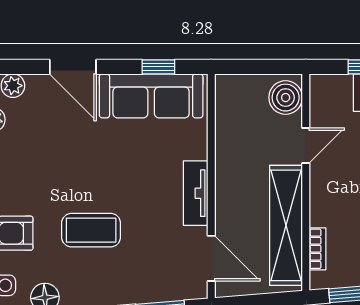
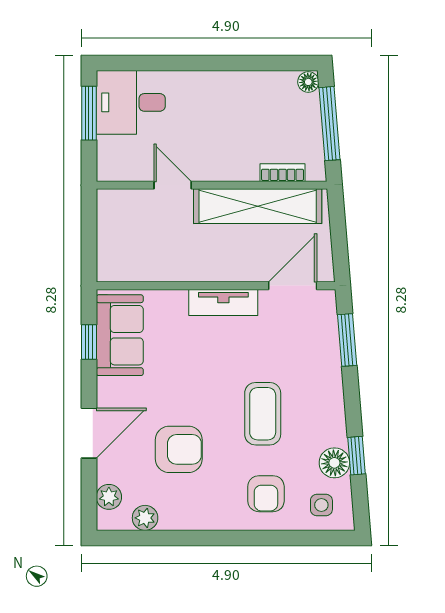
sofa: (151, 96) -> (120, 335), width x0.73
boiler: (286, 98) -> (121, 207), removed
armchair: (58, 151) -> (179, 449), added

